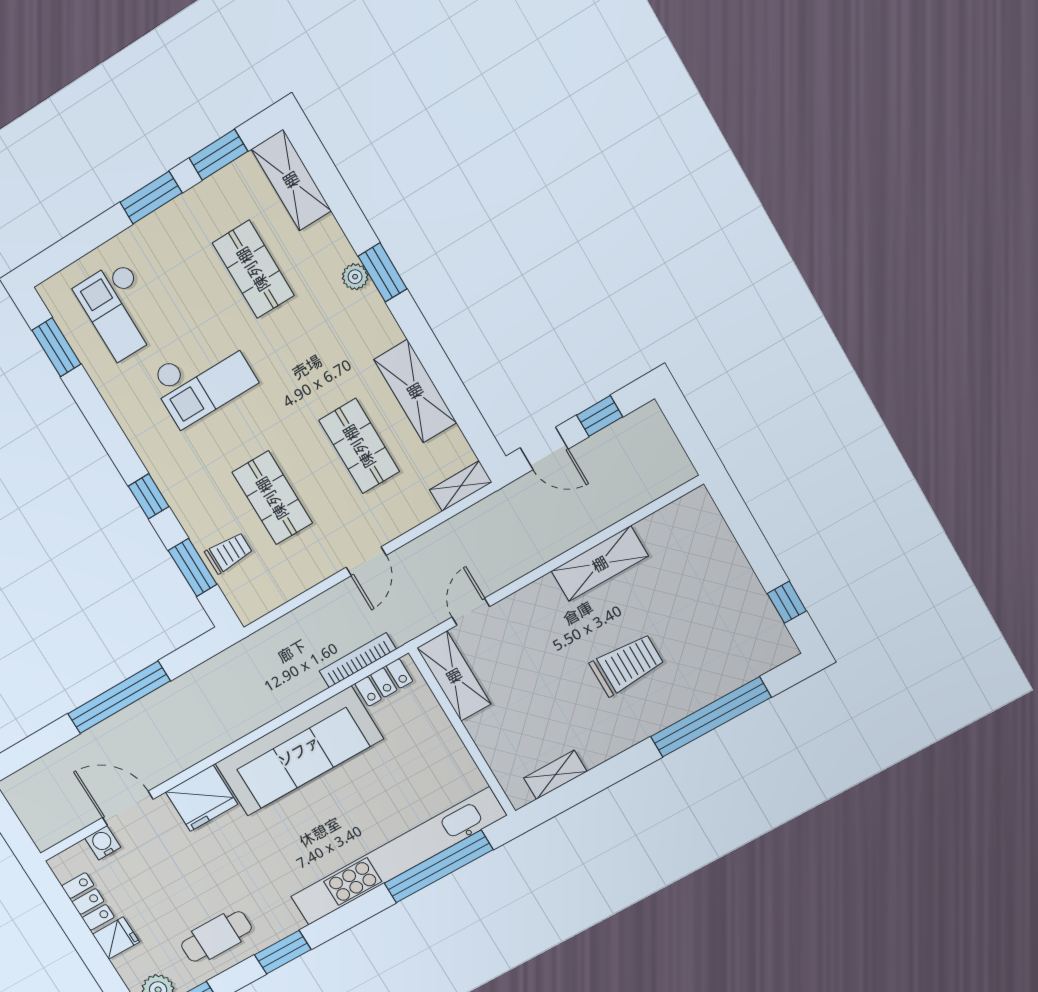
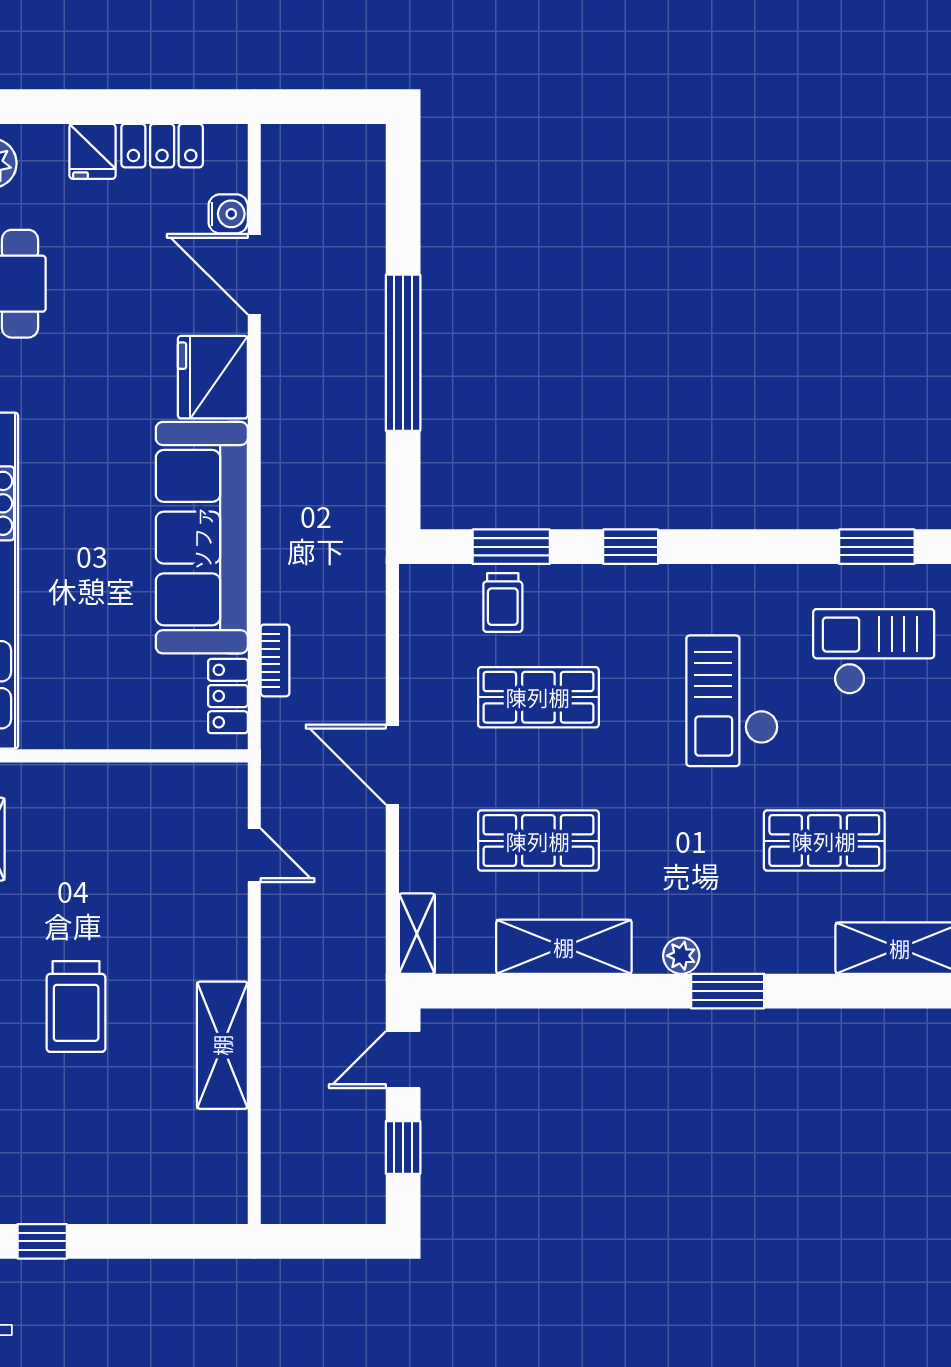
plant: (355, 277) -> (681, 956), moved
door: (366, 561) -> (392, 765), width x1.38
bookcase: (358, 660) -> (275, 660), width x0.64
shelving: (454, 676) -> (185, 787), removed
door: (128, 808) -> (254, 274), swing flipped

